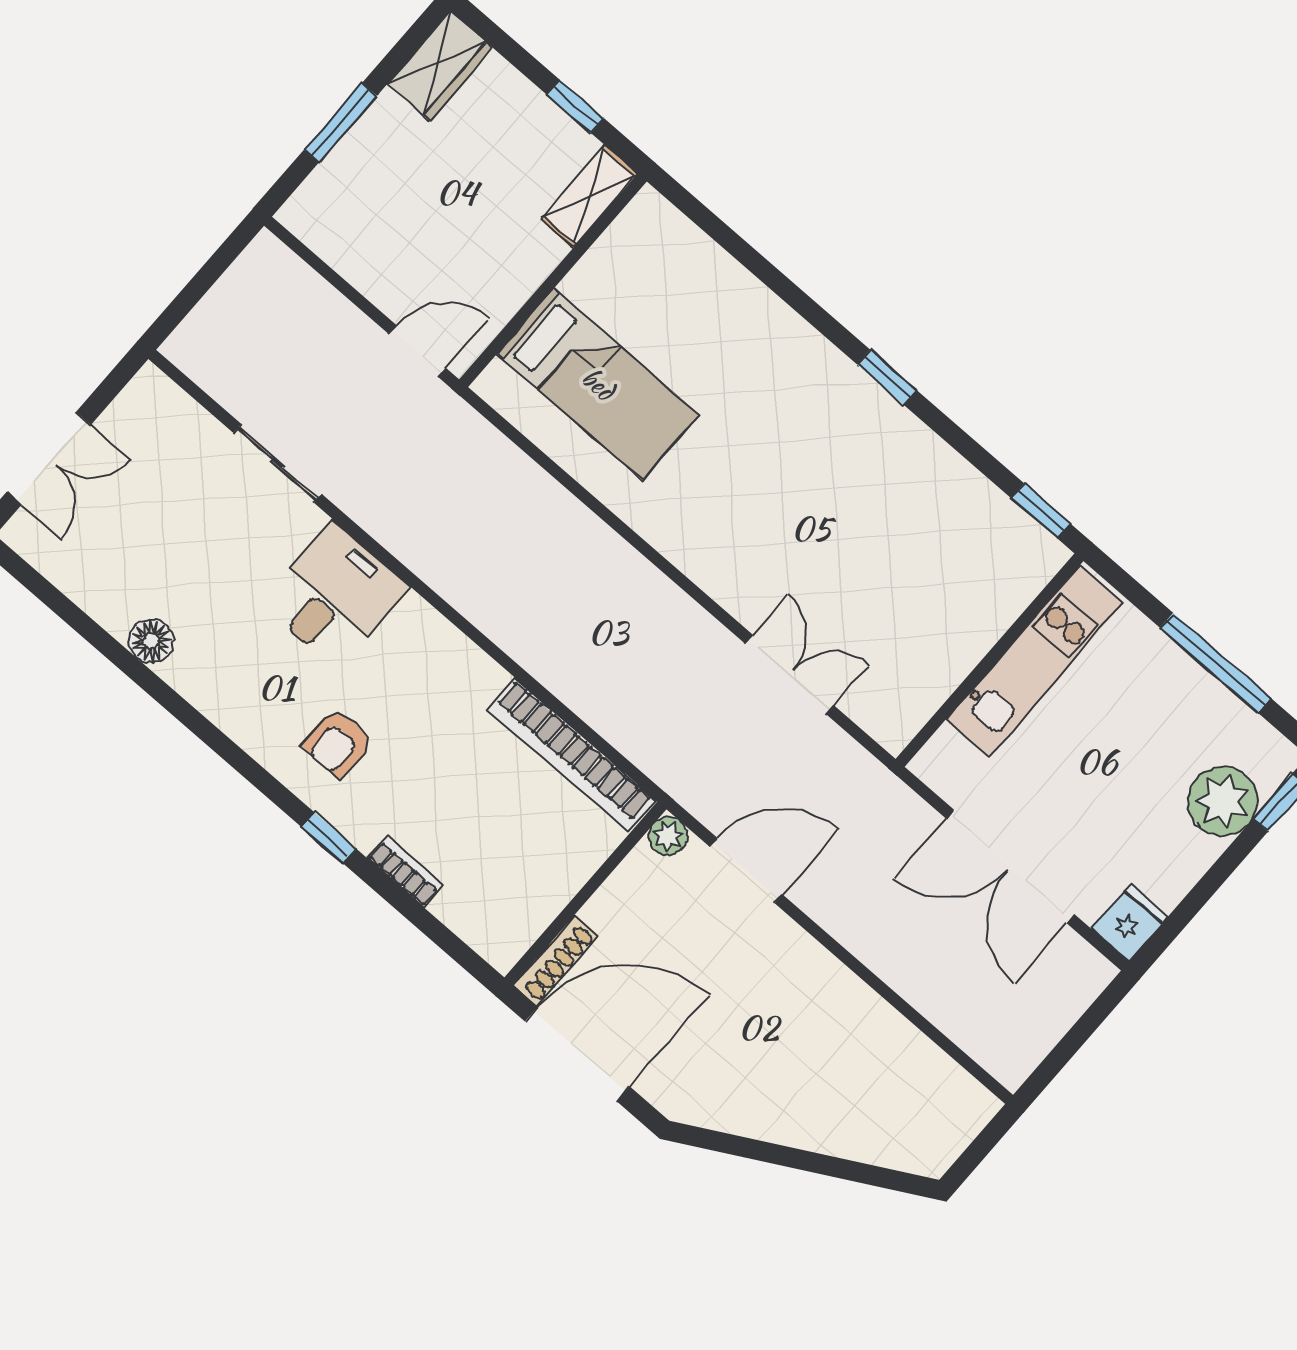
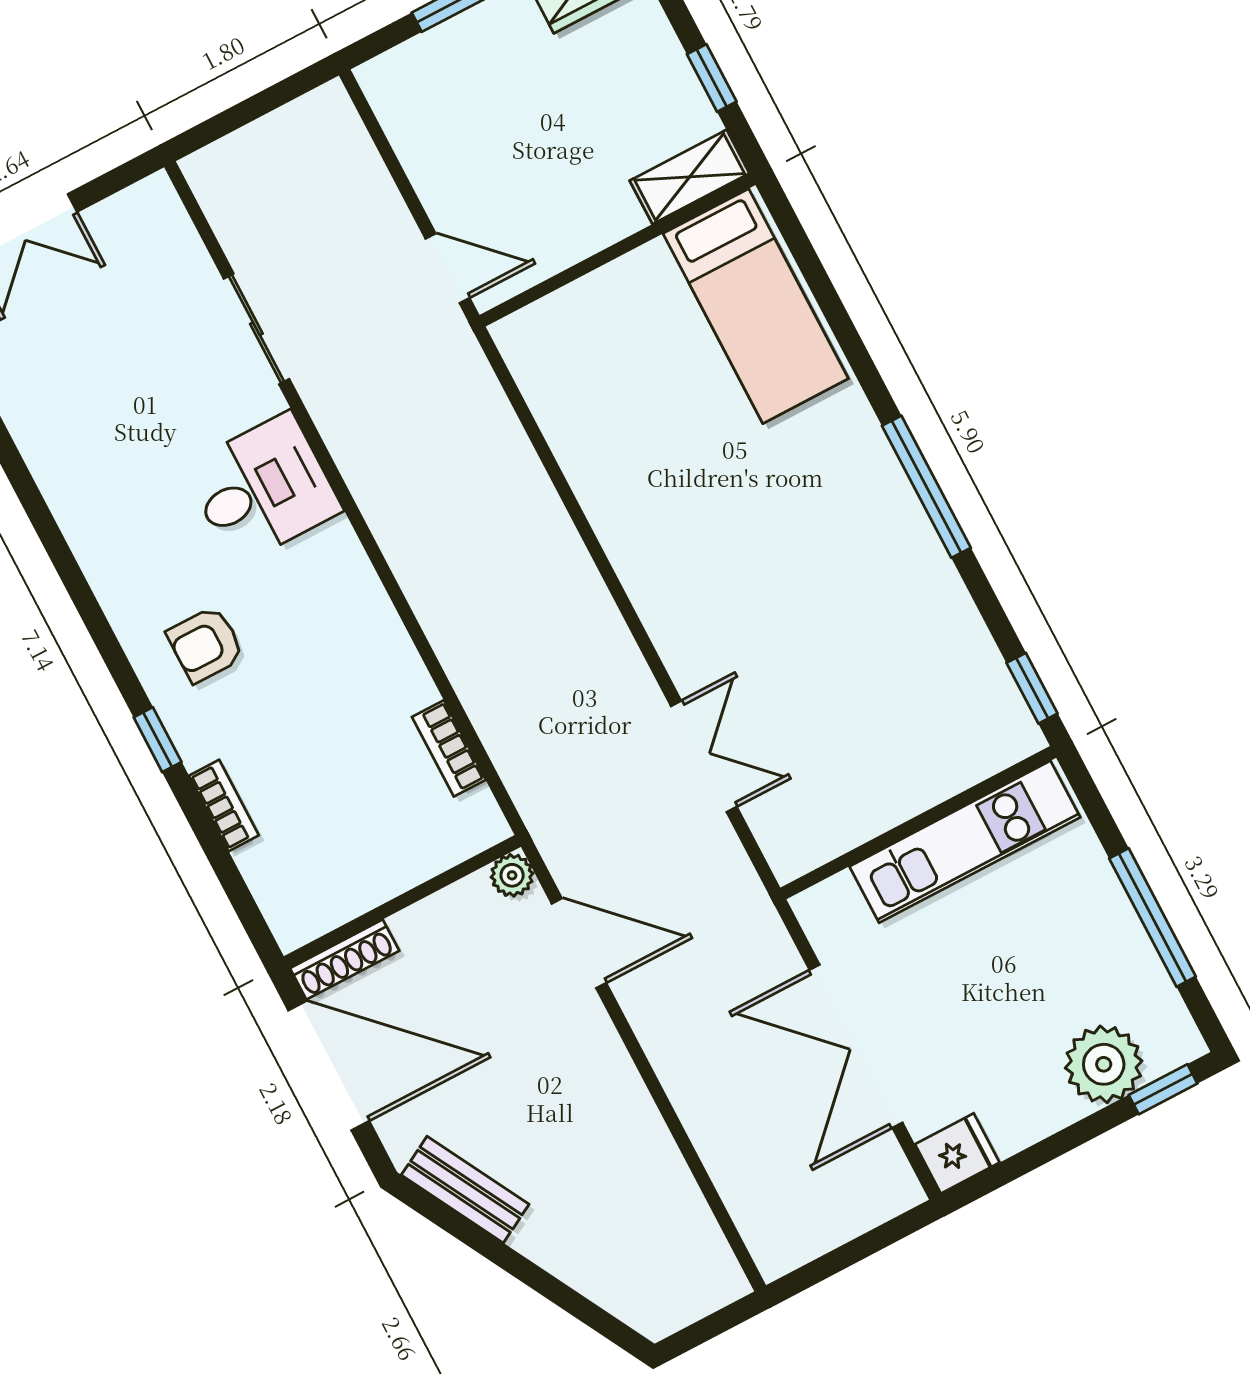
window: (887, 377) -> (926, 487), width x2.17
bed: (598, 384) -> (756, 306), moved
floor lamp: (151, 641) -> (53, 462), removed
bookcase: (571, 754) -> (449, 748), width x0.43, depth x0.76
bench: (731, 1113) -> (465, 1190), added

